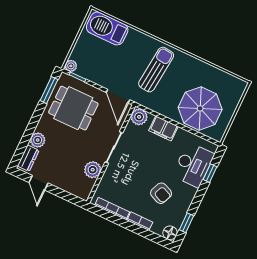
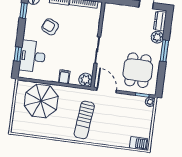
barbecue: (107, 28) -> (139, 143), width x0.53, depth x0.65
window: (49, 90) -> (164, 51), moved
dining table: (73, 108) -> (138, 70), turned 90
filing cabinet: (163, 128) -> (64, 77), width x0.50
plant: (93, 170) -> (108, 28), removed

